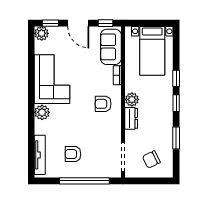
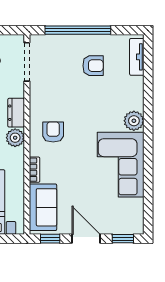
plant: (42, 33) -> (135, 225), removed
armchair: (103, 104) -> (53, 132), turned -90
tv unit: (40, 155) -> (137, 57), width x0.71

